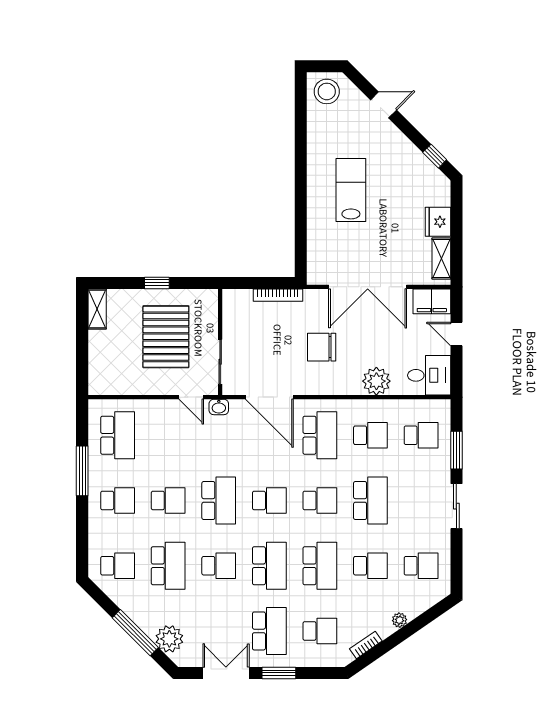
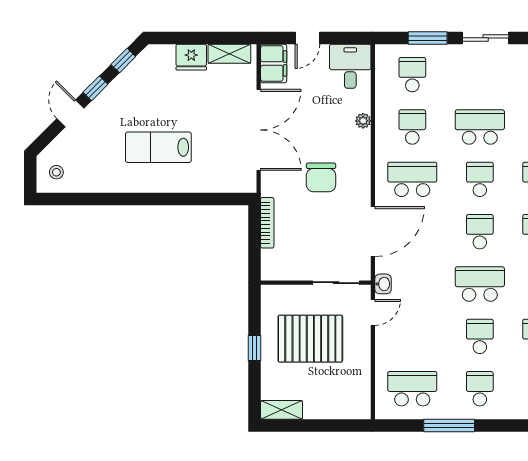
stool: (327, 91) -> (56, 172), width x0.53, depth x0.53
window: (408, 129) -> (95, 88), added
plant: (376, 381) -> (363, 121), width x0.53, depth x0.53

